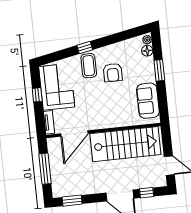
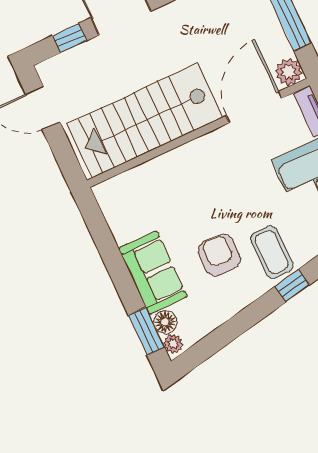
window: (159, 70) -> (146, 331), moved
sofa: (148, 101) -> (153, 273), moved
plant: (53, 144) -> (289, 72), added

